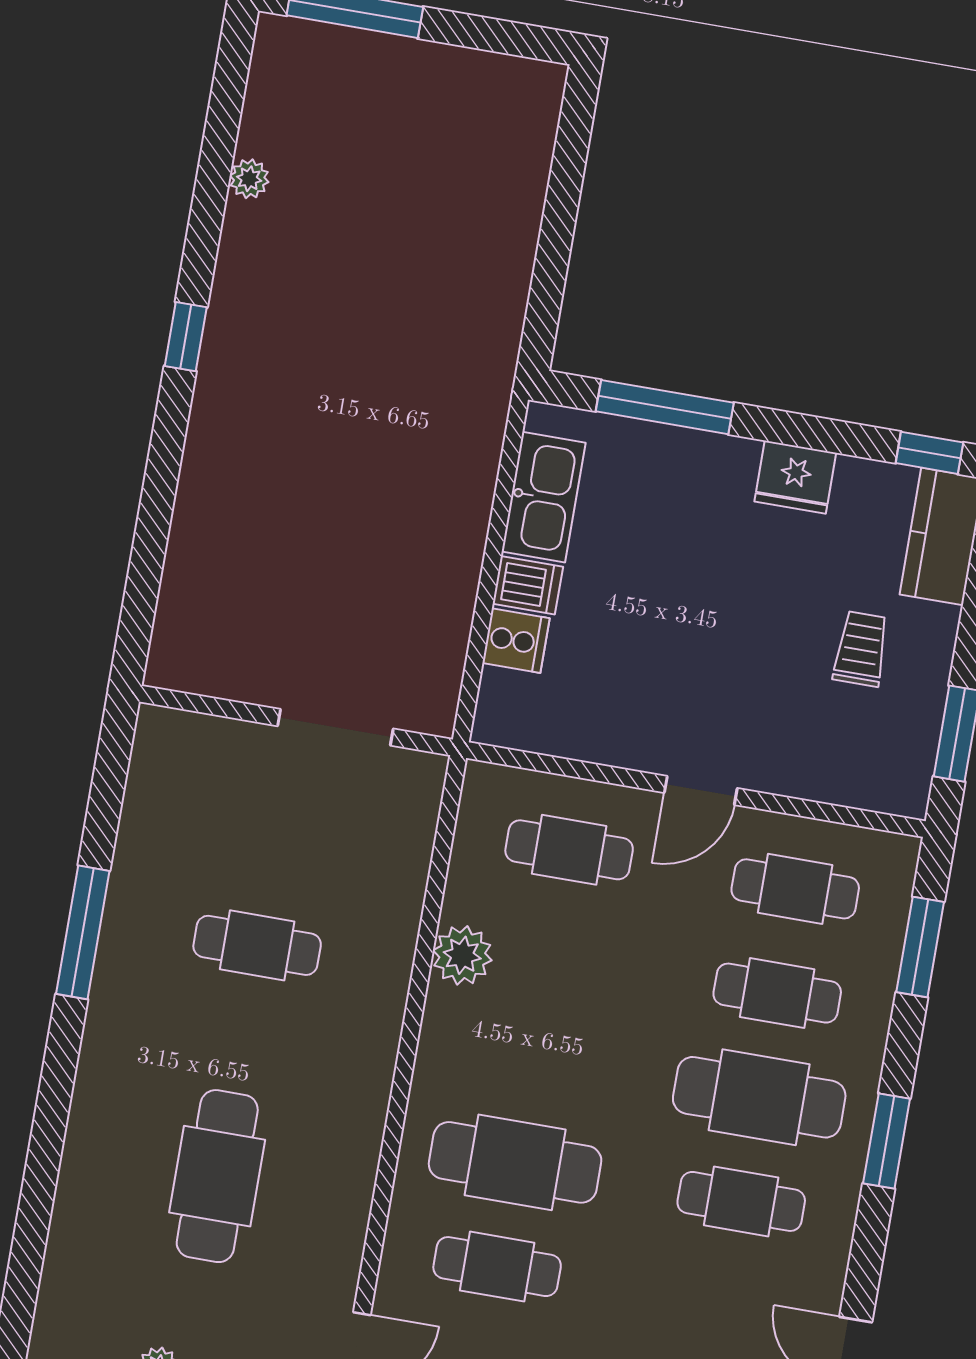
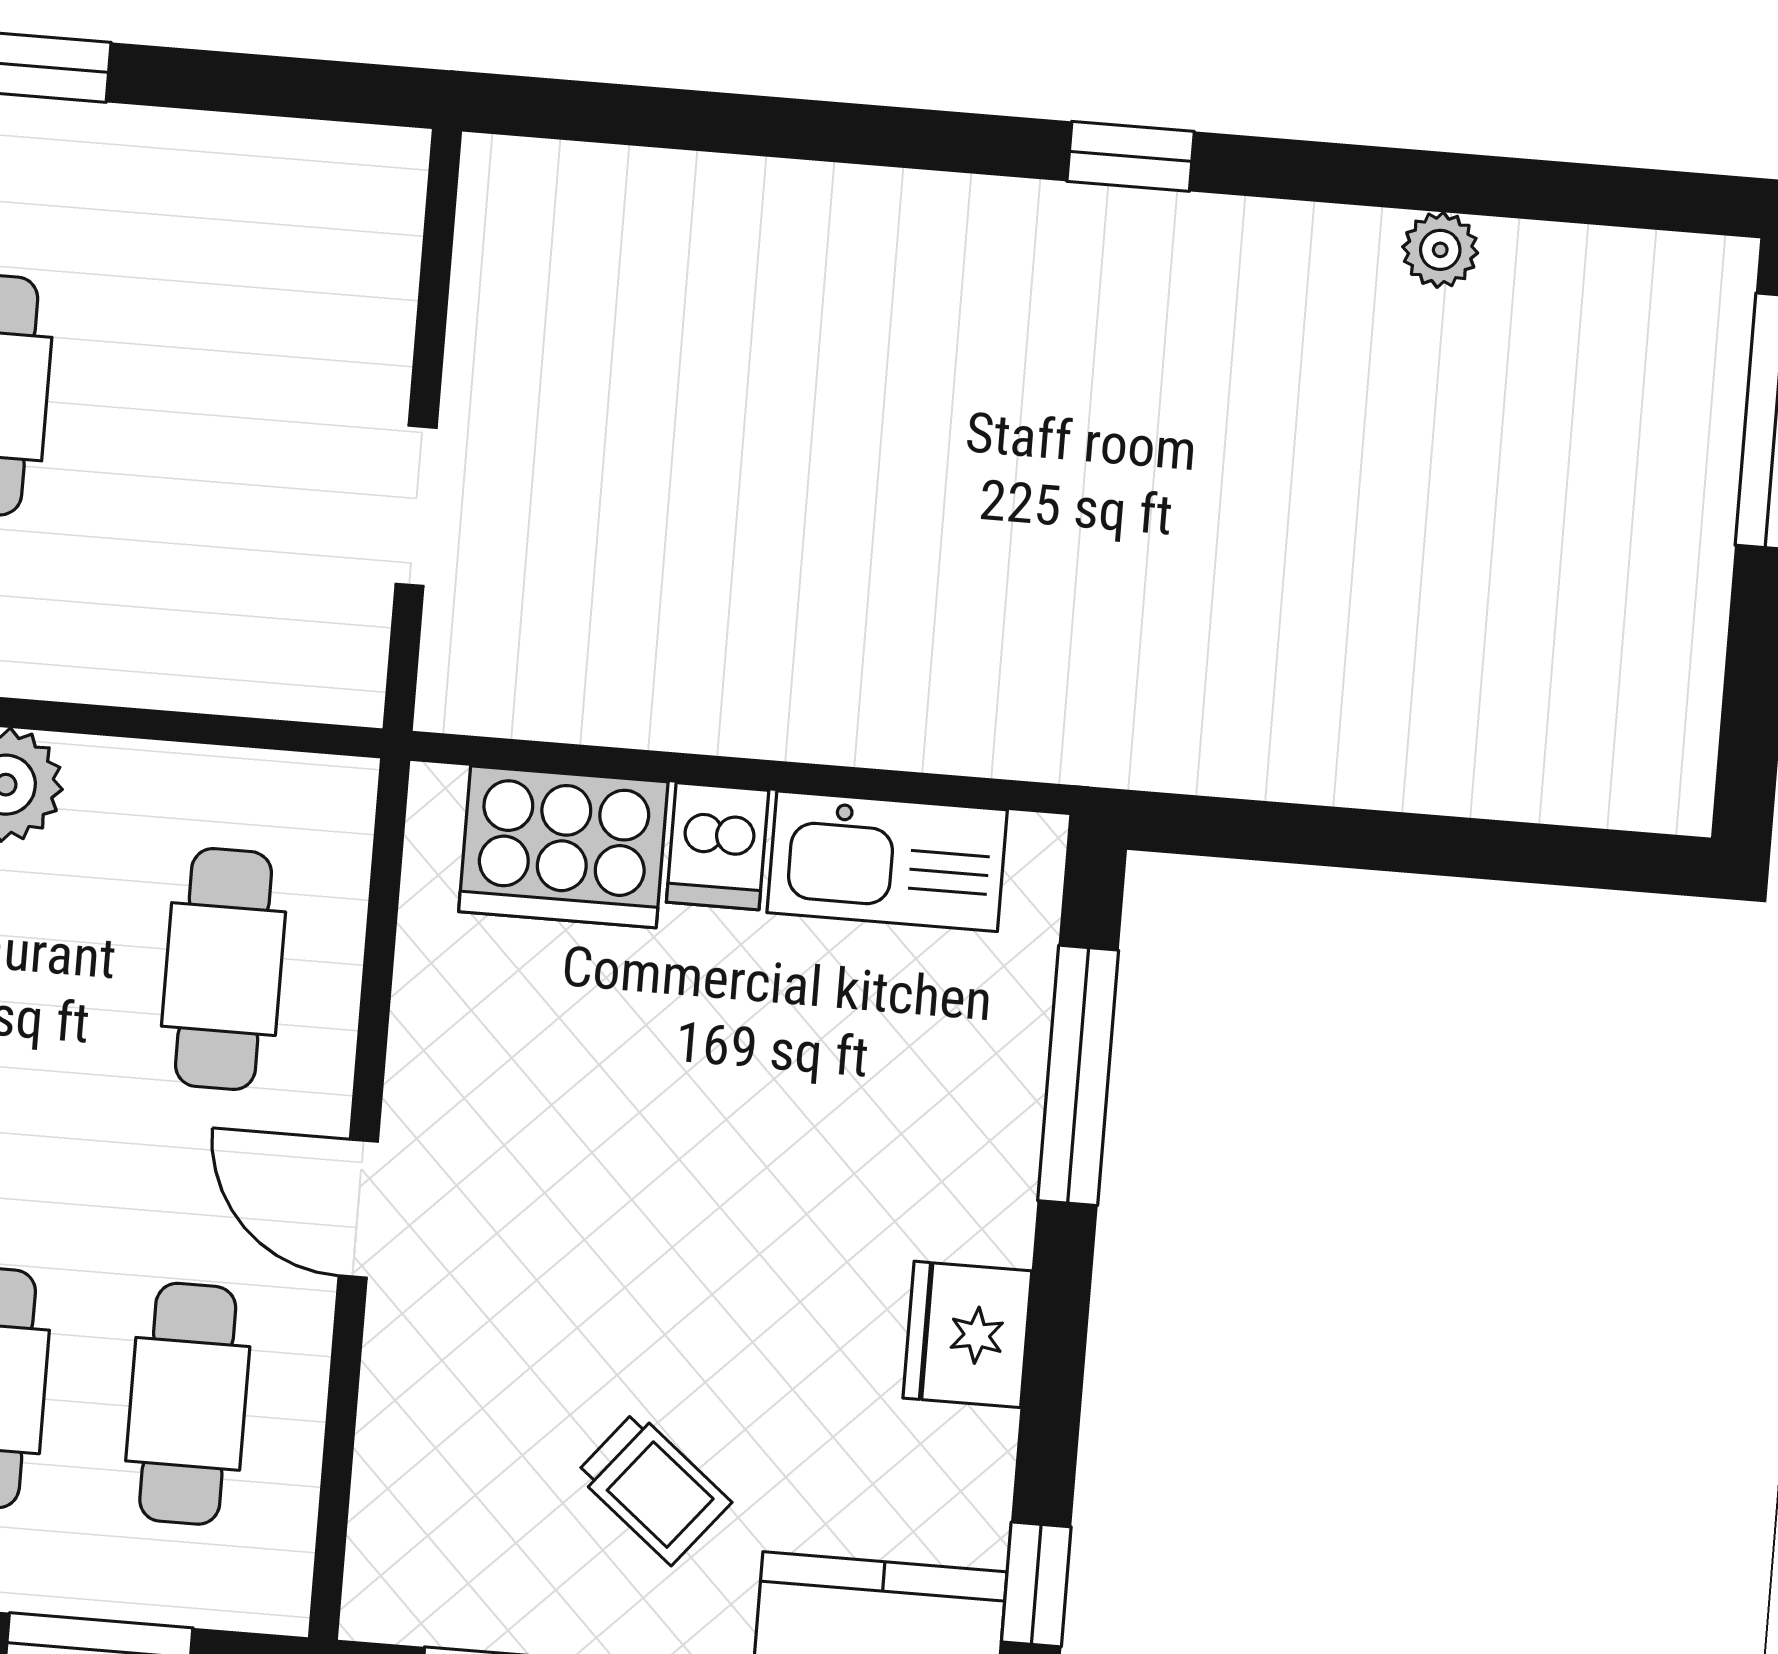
cooker: (516, 641) -> (563, 847), width x1.87, depth x1.31
trolley: (861, 649) -> (653, 1488), turned 39
doorway: (335, 727) -> (416, 506), width x0.73

